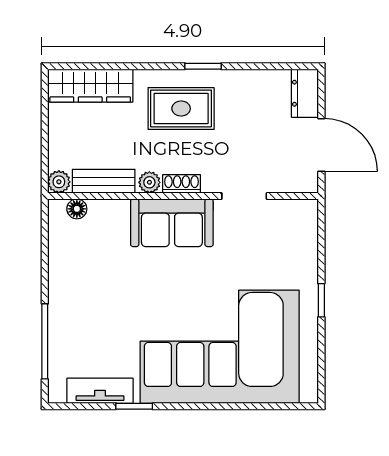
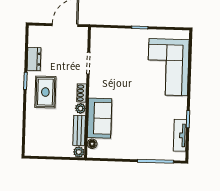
wardrobe: (90, 86) -> (33, 135), removed
dresser: (305, 93) -> (34, 59), moved, turned -90
sofa: (172, 223) -> (100, 118), moved
corner sofa: (220, 347) -> (168, 67), width x0.73, depth x0.74

